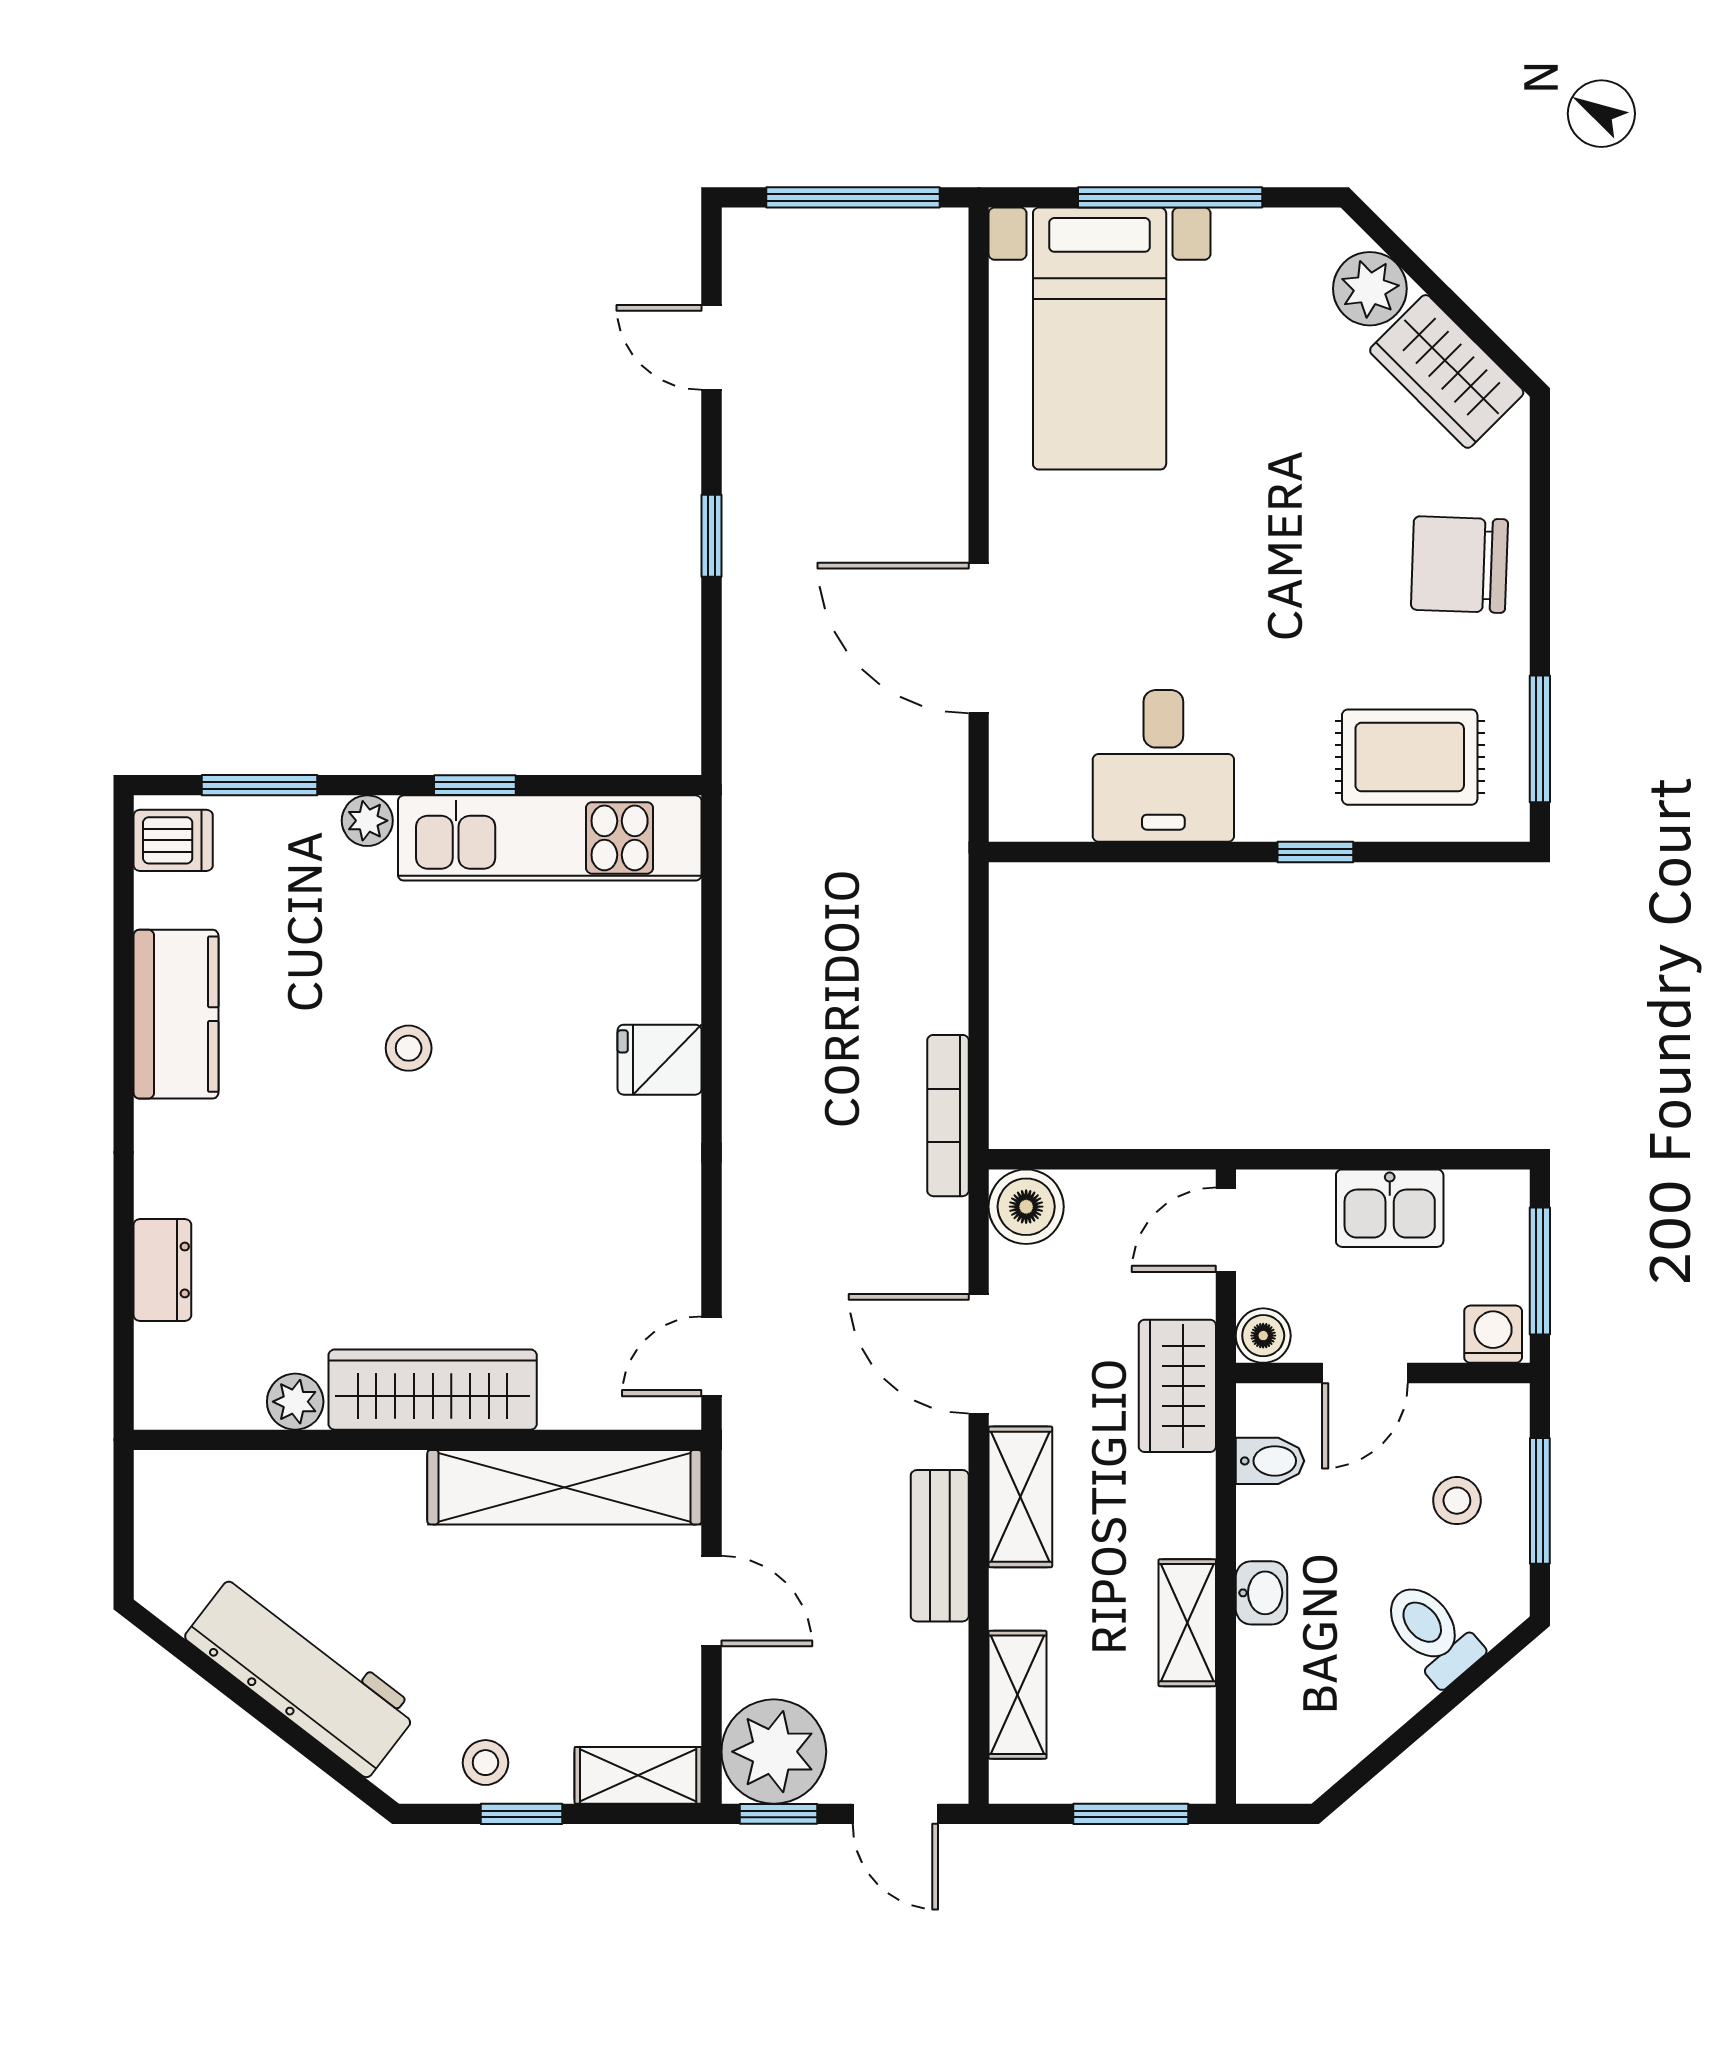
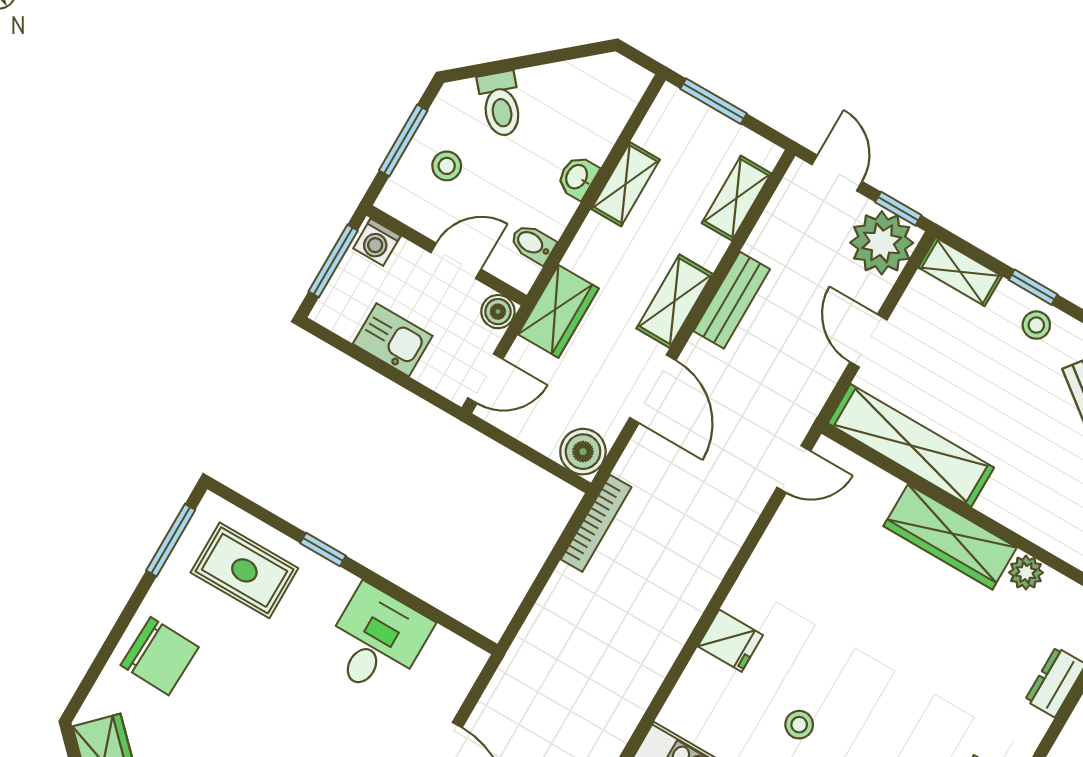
stool: (409, 1048) -> (799, 725), moved

